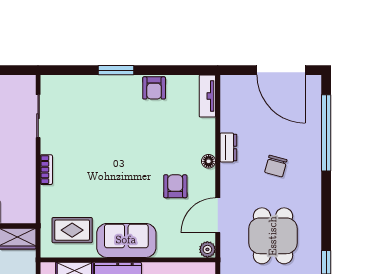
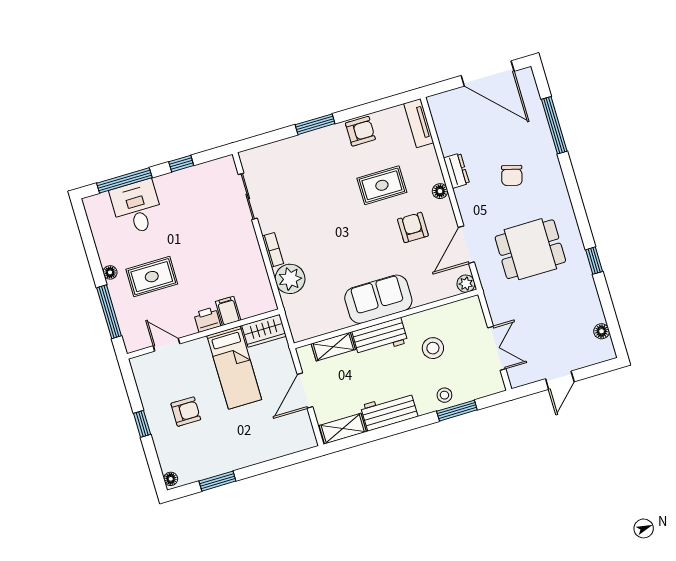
armchair: (154, 88) -> (360, 131), turned -90
window: (326, 133) -> (554, 125), width x0.68
plant: (54, 200) -> (290, 279), added
rug: (72, 230) -> (382, 185), moved
dining table: (273, 236) -> (530, 249), turned 90

